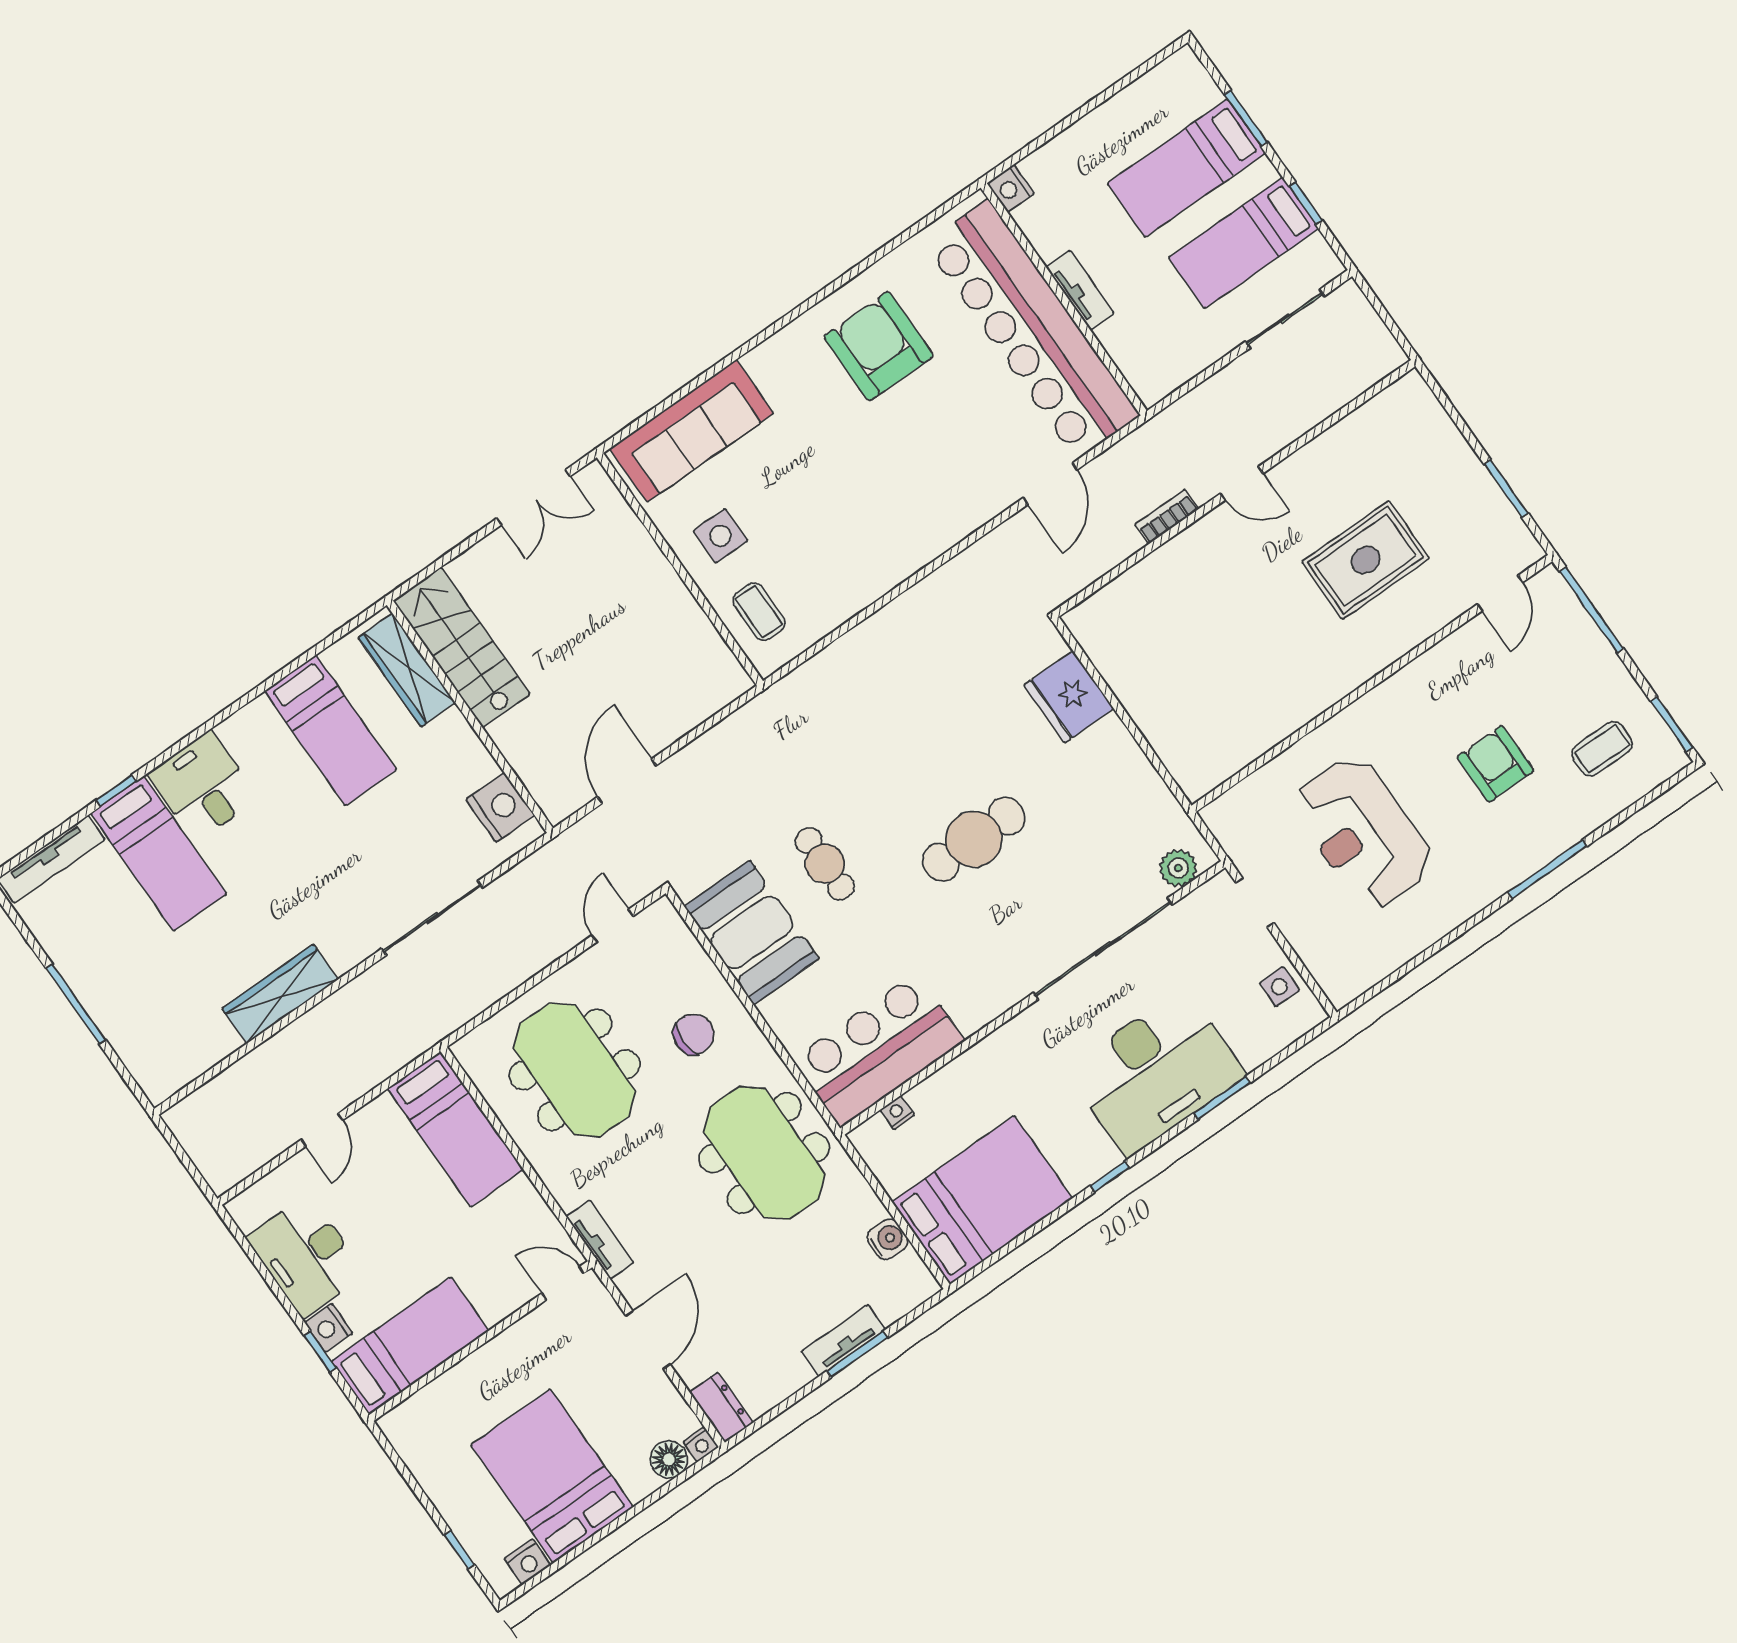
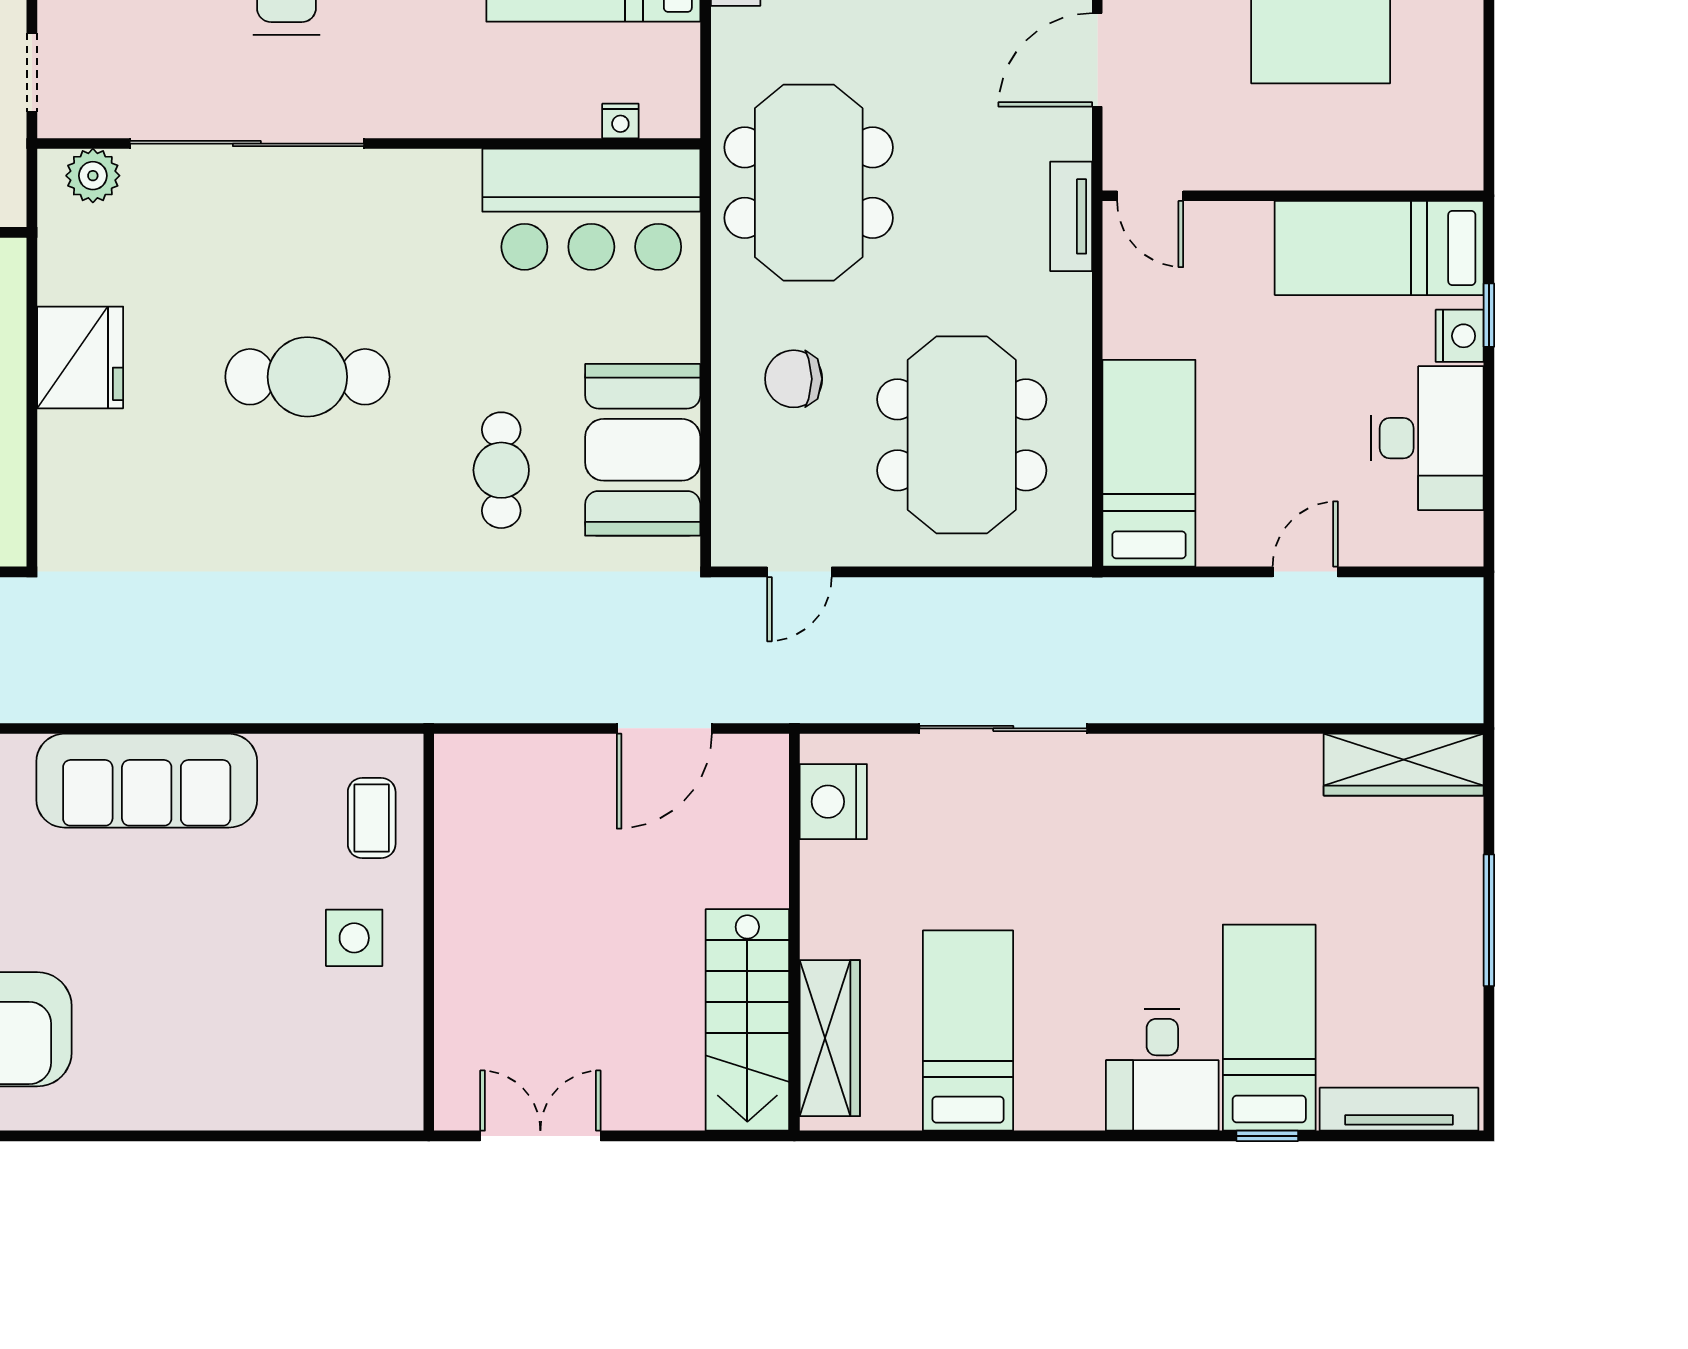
sofa: (692, 431) -> (147, 781), moved, turned 180
fridge: (1069, 697) -> (80, 357), moved
wardrobe: (280, 994) -> (1404, 765), moved

